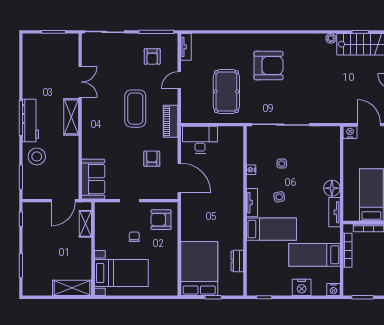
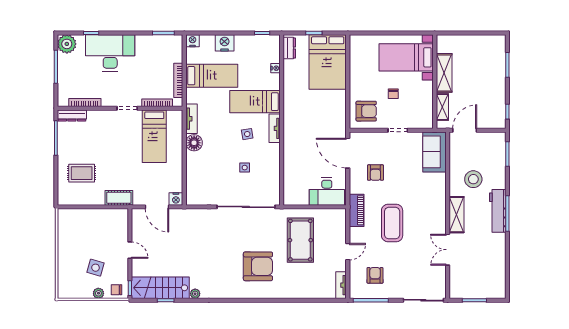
armchair: (268, 66) -> (258, 266), turned 180
stool: (37, 156) -> (473, 179), moved
nightstand: (251, 170) -> (276, 68), moved
dresser: (237, 261) -> (289, 48), moved
shelving: (72, 288) -> (444, 73), moved, turned 90

